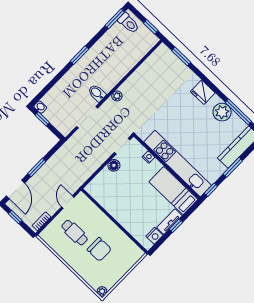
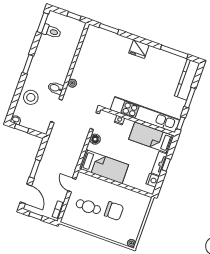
toilet: (129, 23) -> (52, 31), moved
stool: (67, 91) -> (31, 97), added
plant: (222, 112) -> (161, 58), removed
bed: (110, 198) -> (104, 167), added

